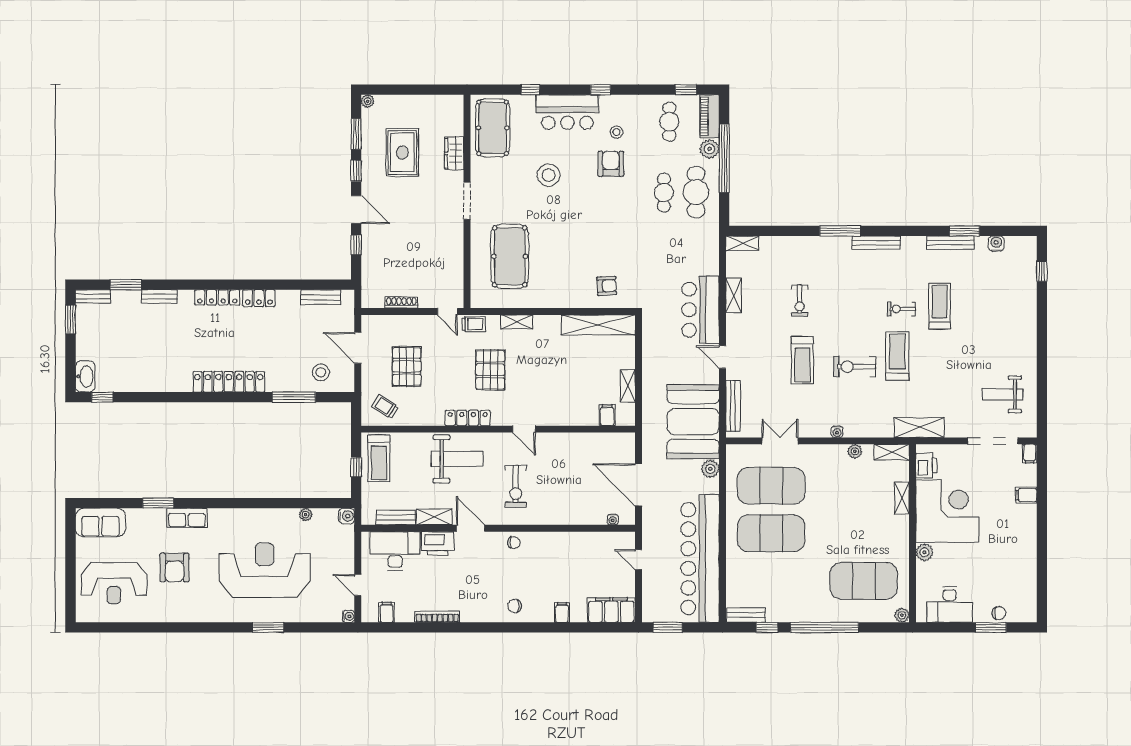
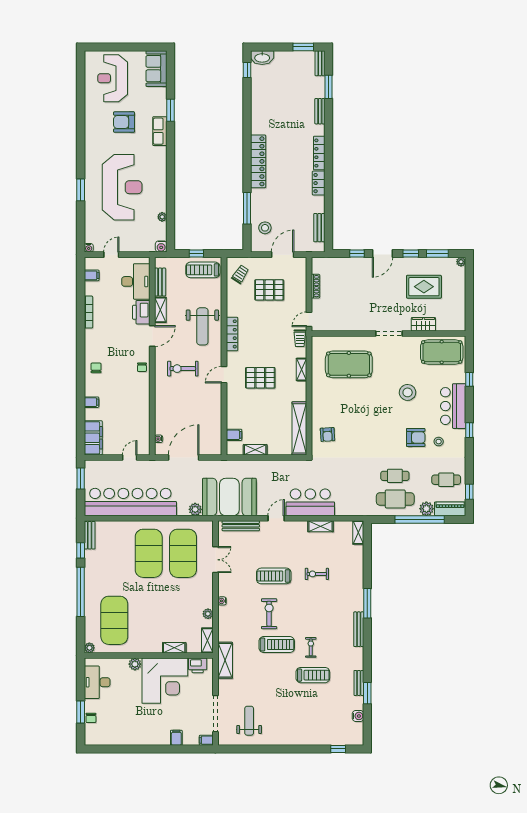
bench: (951, 243) -> (359, 683), width x0.73
pallet: (490, 370) -> (260, 378), moved

